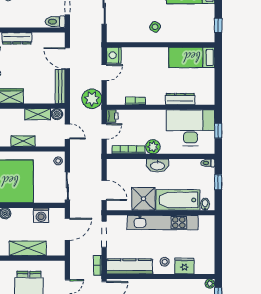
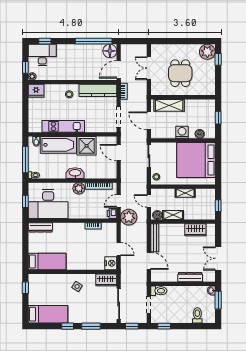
wardrobe: (119, 35) -> (106, 280), added
door: (104, 73) -> (119, 249), swing flipped
plant: (92, 99) -> (129, 217), moved
dresser: (180, 99) -> (40, 227), moved
window: (218, 182) -> (25, 159), width x2.17
washing machine: (41, 215) -> (182, 132), moved
kitchen unit: (163, 222) -> (63, 126), width x0.73
door: (67, 229) -> (149, 121), hinge flipped
shelving: (28, 248) -> (169, 105), moved
fridge: (184, 266) -> (36, 91), moved

